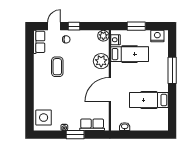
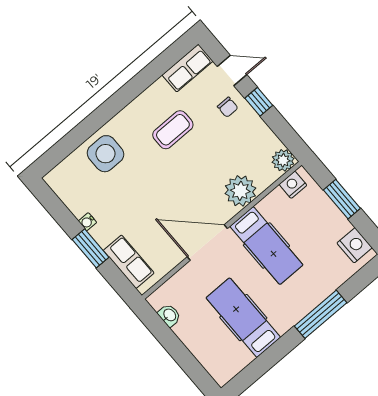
hospital bed: (130, 54) -> (266, 246), moved
side table: (44, 118) -> (105, 154), moved

